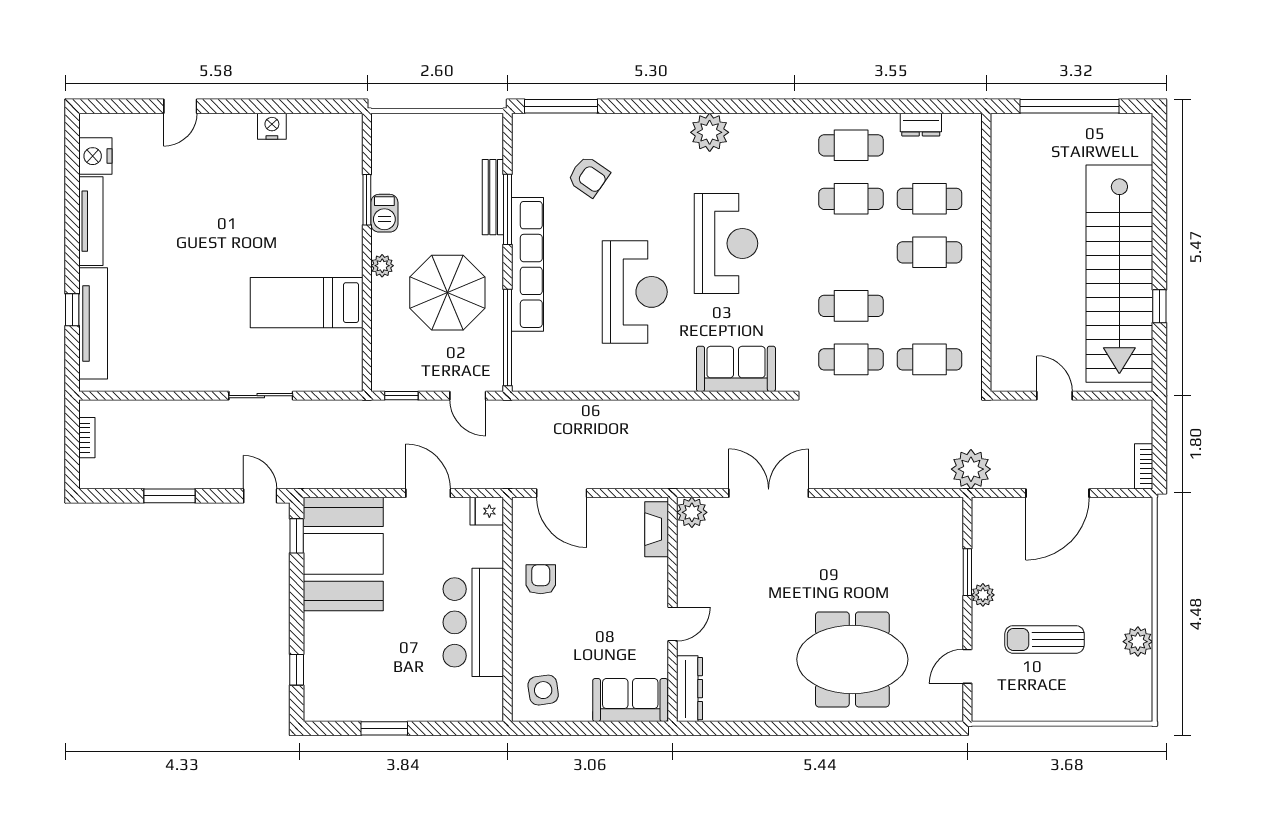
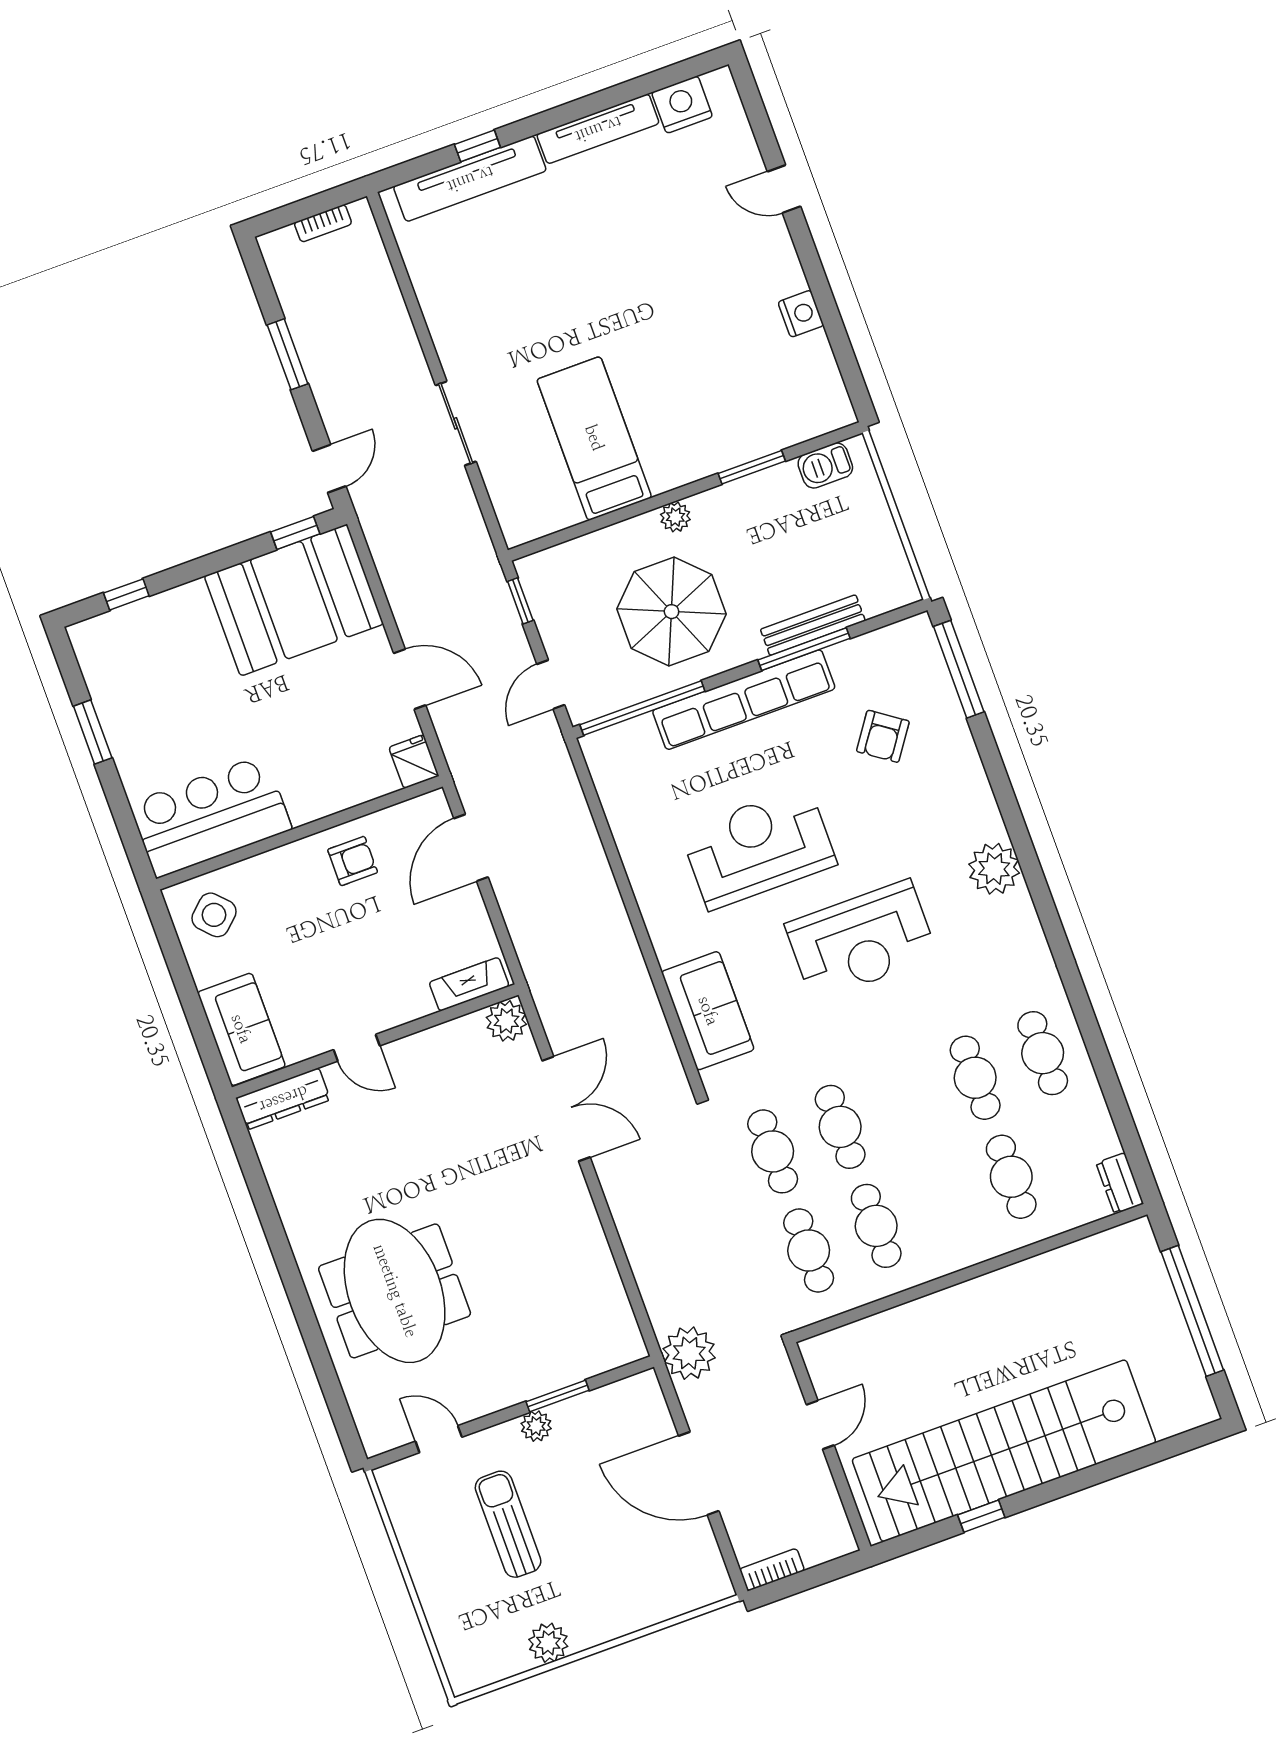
dresser: (921, 125) -> (1120, 1183), moved
barbecue: (384, 213) -> (825, 466), moved
cafe table: (930, 252) -> (876, 1226), moved
reception desk: (635, 292) -> (758, 848), turned 180
door: (428, 493) -> (410, 679), hinge flipped
bar counter: (473, 622) -> (211, 816), moved
side table: (543, 690) -> (214, 915), turned -35

